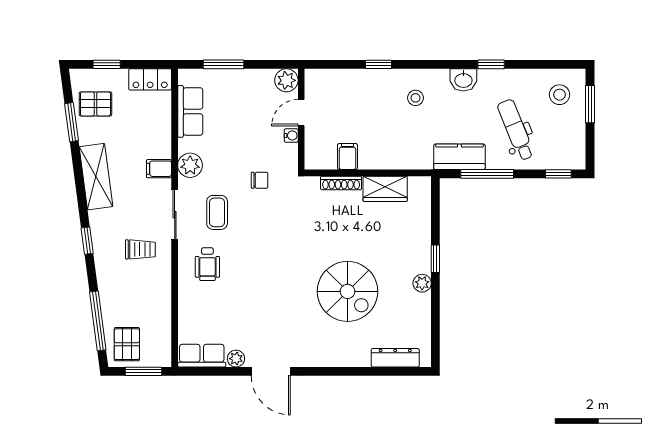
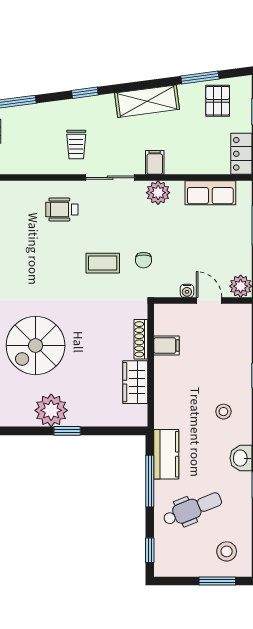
coffee table: (217, 212) -> (103, 263), moved
plant: (422, 283) -> (51, 410), width x1.88, depth x1.88

